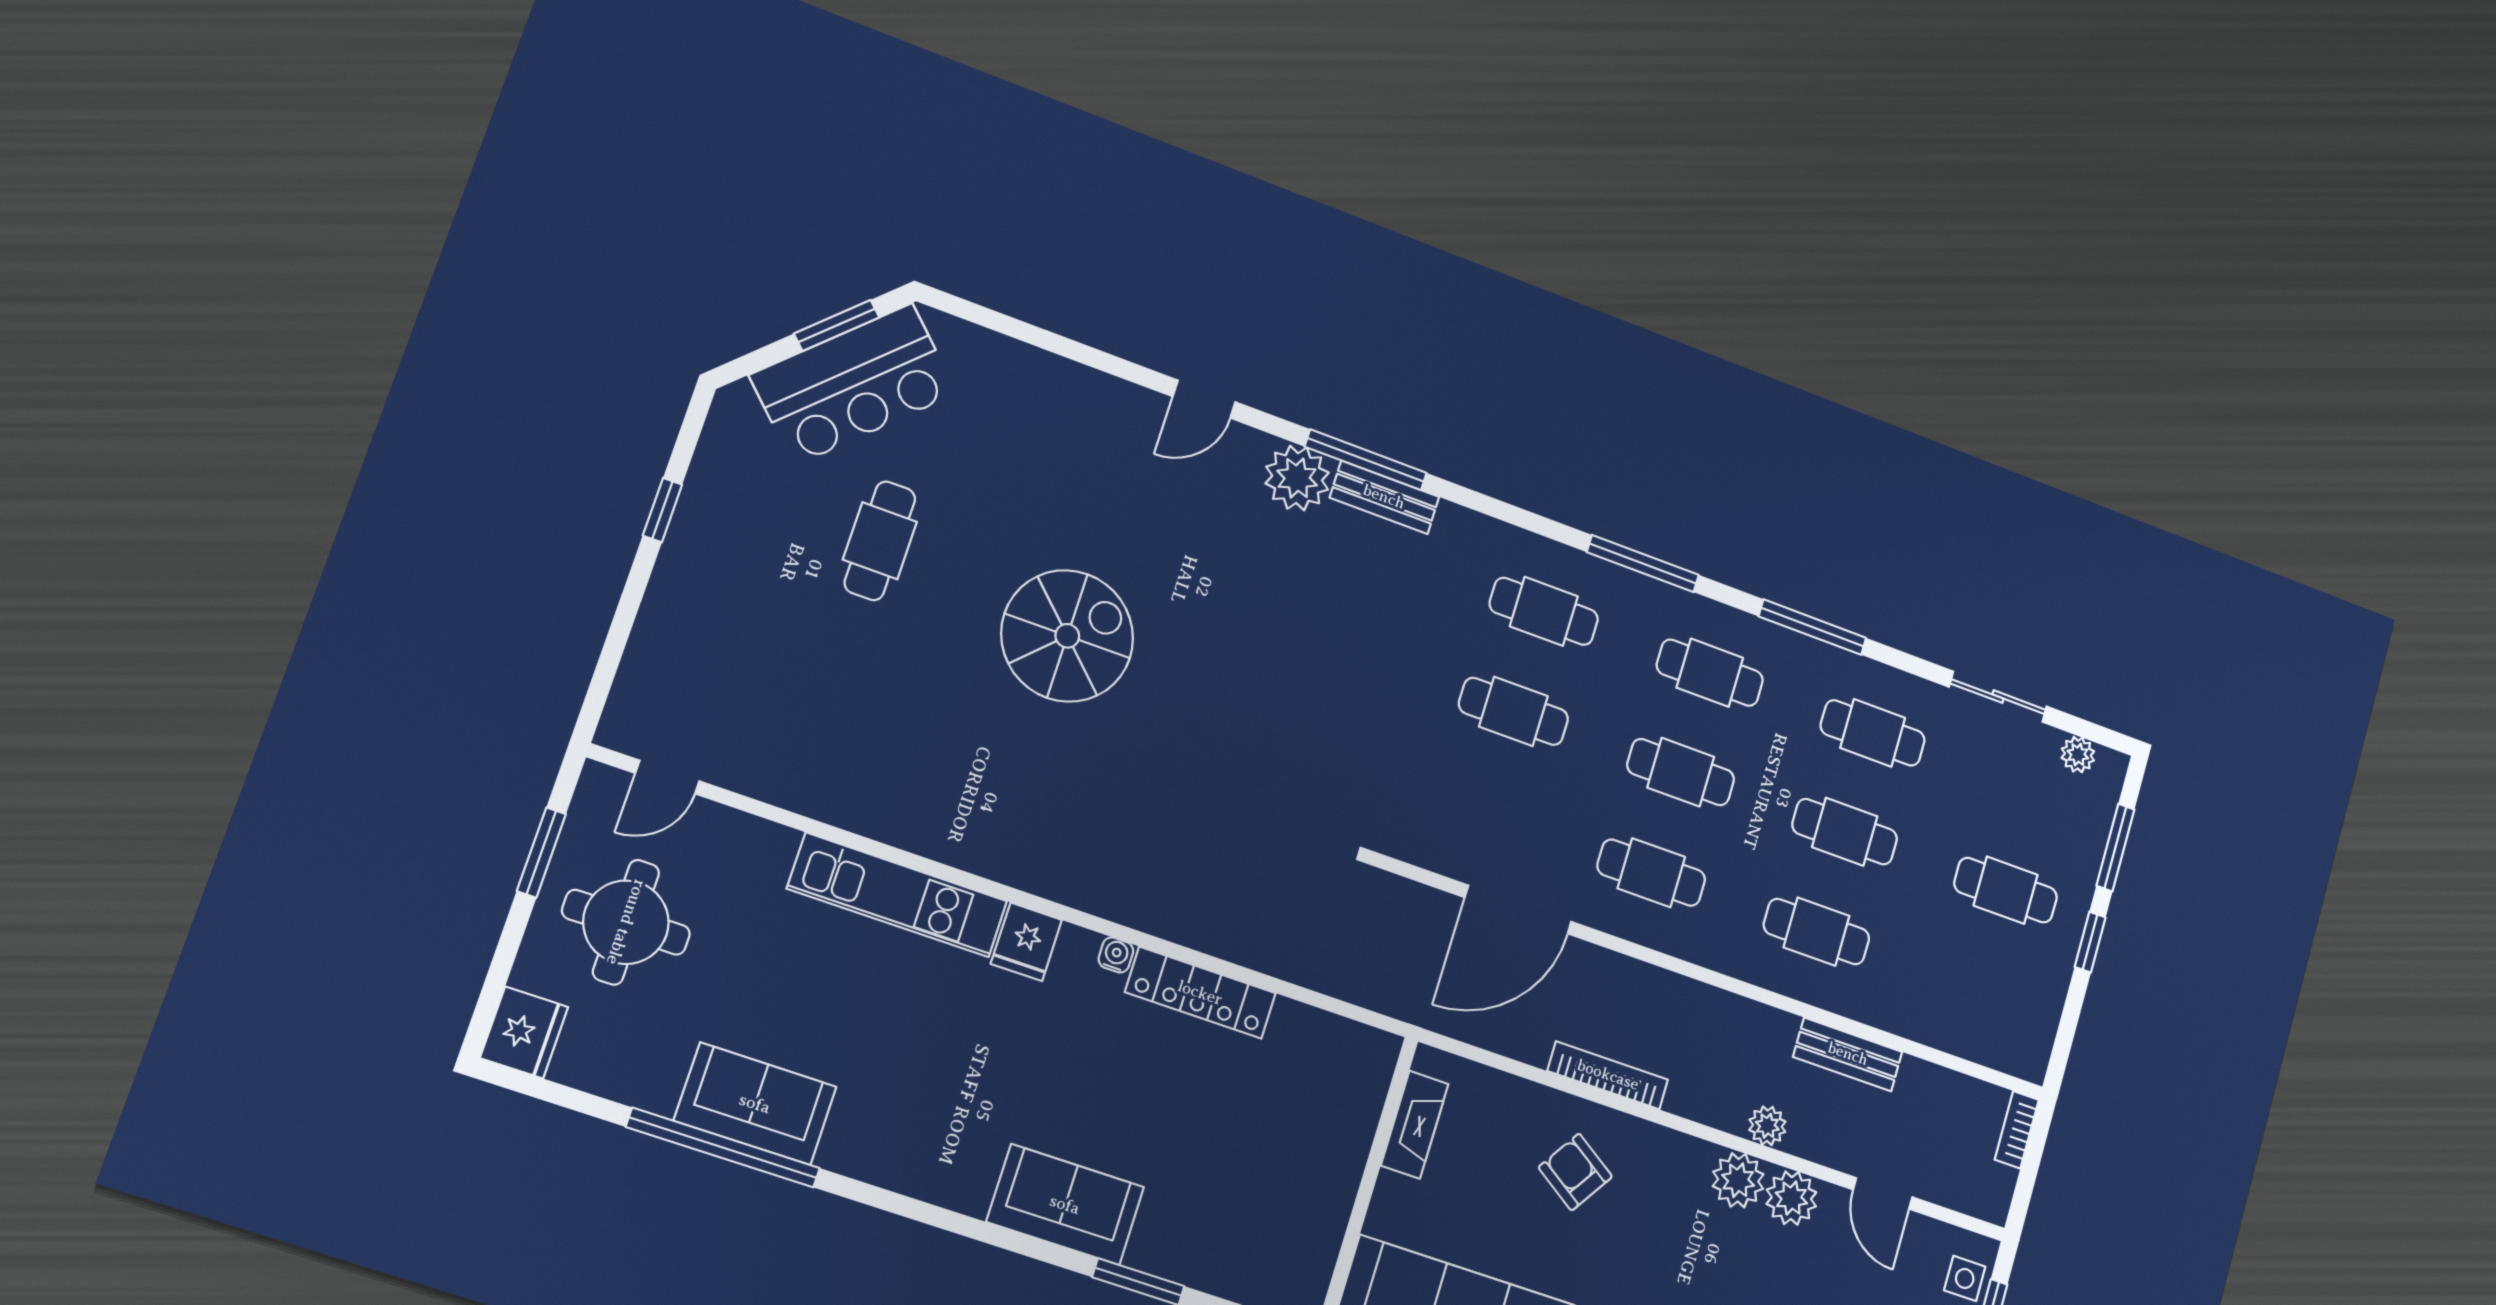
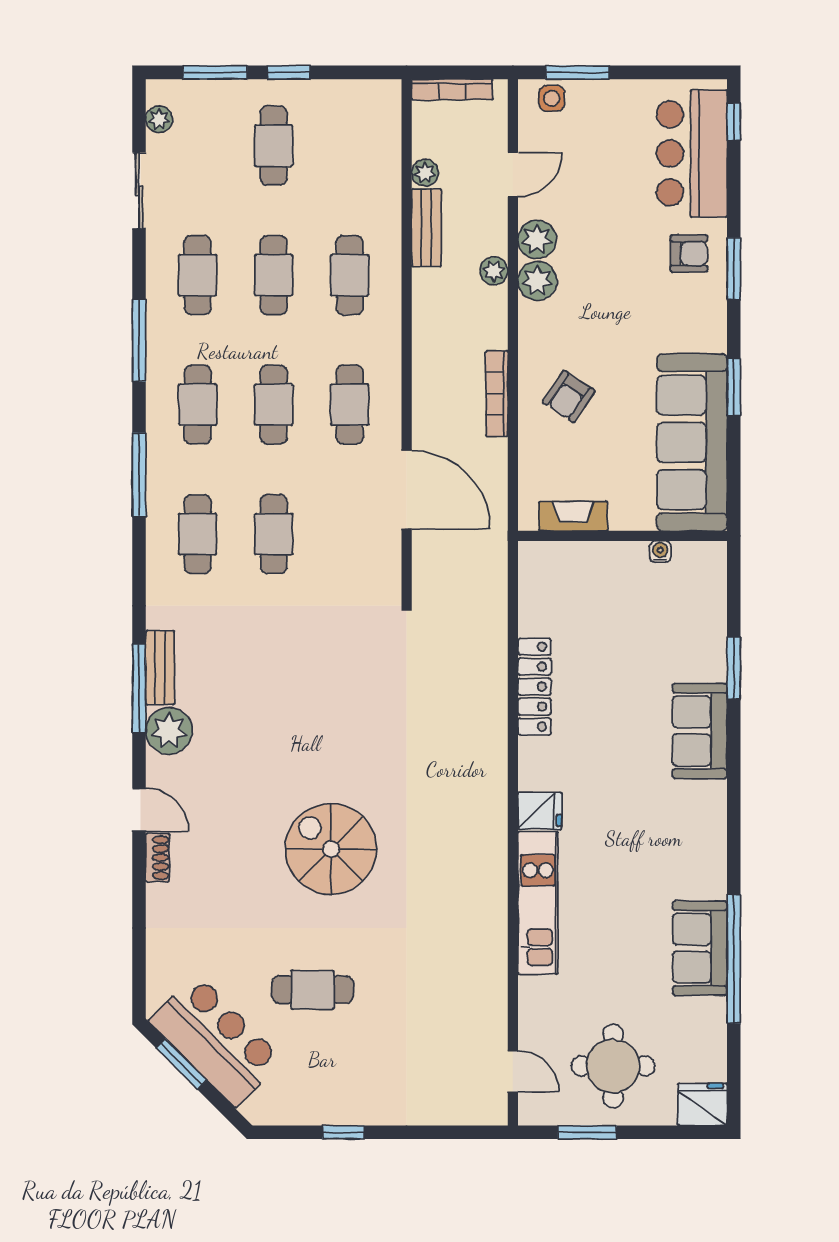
shoe rack: (1132, 400) -> (158, 858), added
water cooler: (1116, 955) -> (660, 552), moved, turned 90
plant: (1917, 1077) -> (425, 173), added
bookcase: (2017, 1130) -> (452, 89), width x1.56

